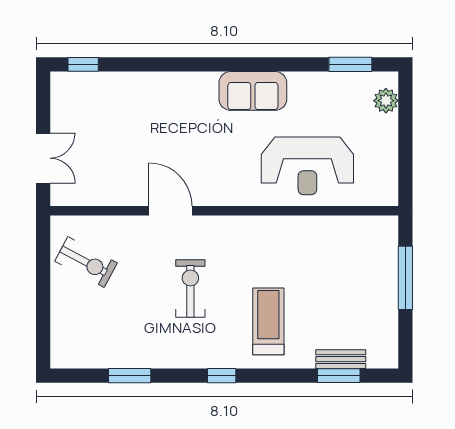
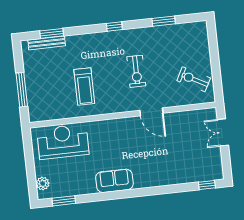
reception desk: (307, 166) -> (63, 142), moved
treadmill: (268, 321) -> (84, 87), moved
bench: (341, 359) -> (47, 43), width x1.36

